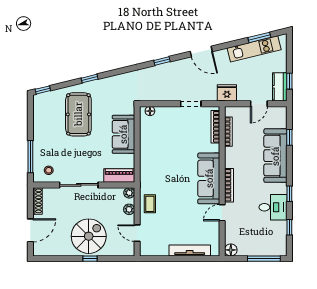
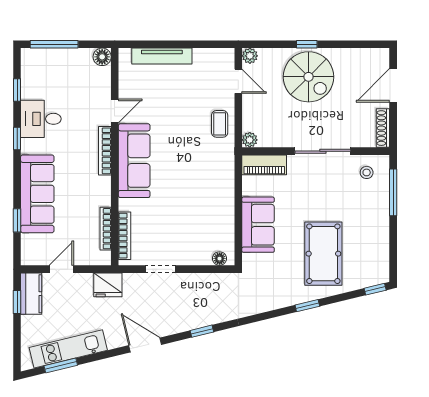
plant: (129, 209) -> (250, 56), moved
spiral stairs: (89, 236) -> (309, 77), turned -90

